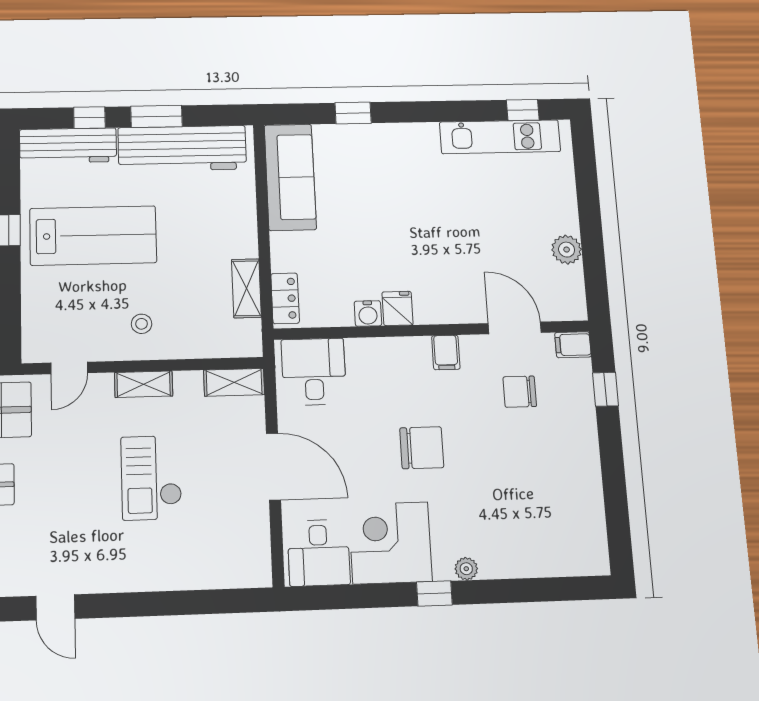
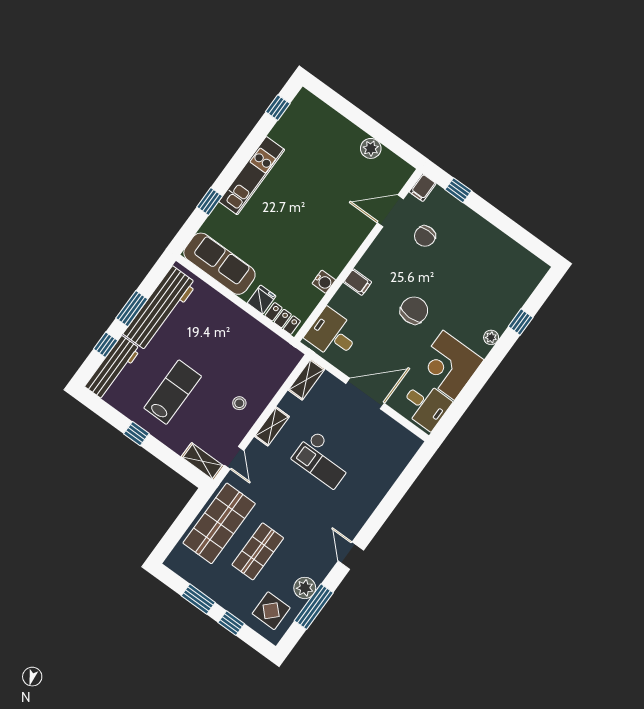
kitchen unit: (500, 137) -> (252, 176), moved
lab bench: (93, 235) -> (173, 392), width x0.73, depth x0.72
shelving: (246, 288) -> (202, 461), moved
fridge: (397, 308) -> (262, 300), moved, turned 90
filing cabinet: (446, 352) -> (358, 282), moved
window: (434, 594) -> (521, 322), moved
door: (55, 607) -> (351, 556), swing flipped

